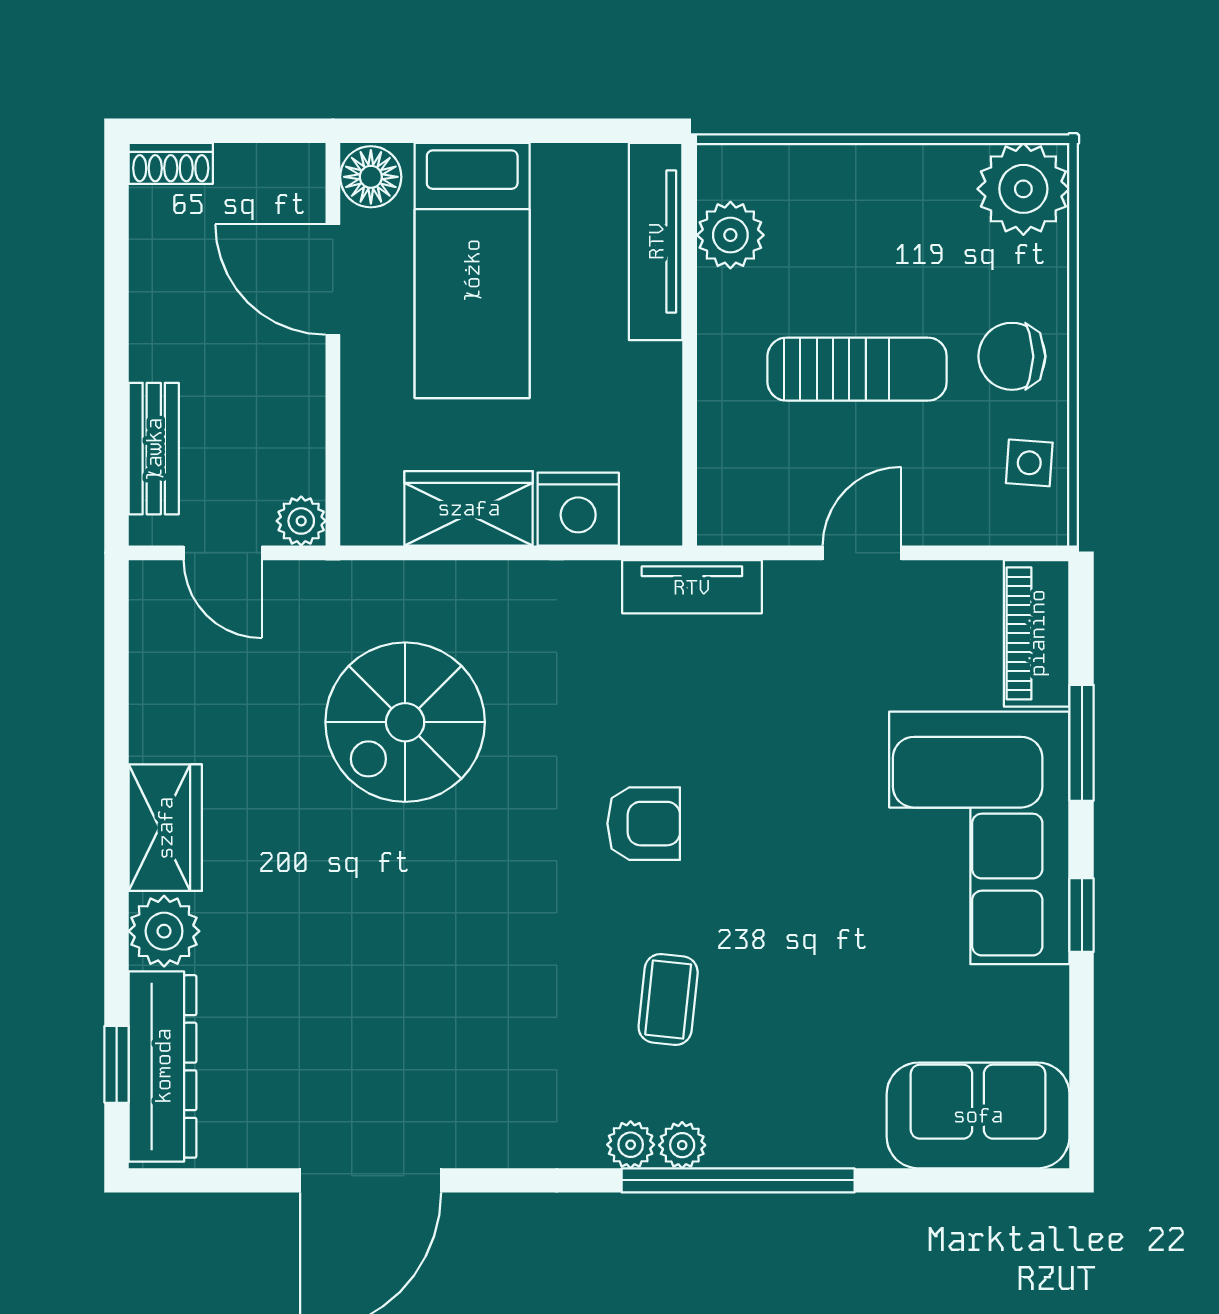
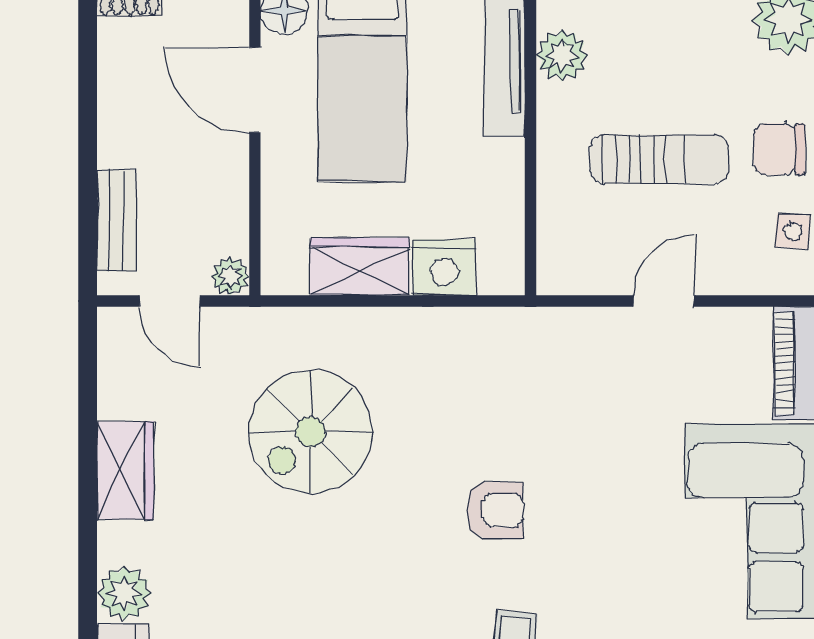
tv unit: (692, 587) -> (532, 327), removed
wardrobe: (165, 828) -> (125, 470), moved

